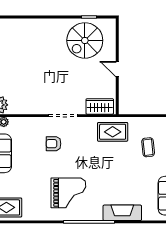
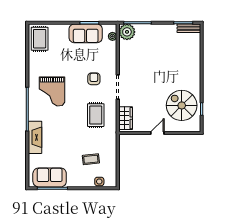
rug: (113, 132) -> (96, 115), moved

